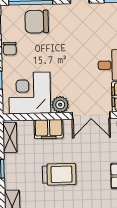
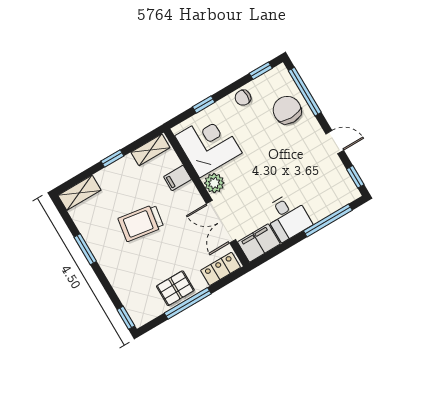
filing cabinet: (49, 129) -> (178, 178), width x0.50
trolley: (59, 174) -> (141, 223), turned 99

